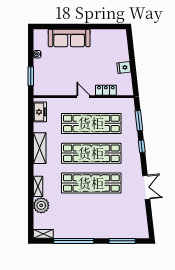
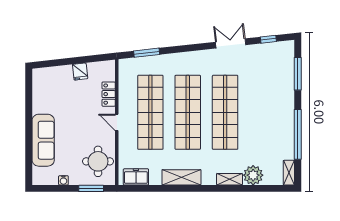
round table: (52, 82) -> (98, 161), added
door: (83, 97) -> (117, 122), hinge flipped
window: (142, 146) -> (268, 39), moved

